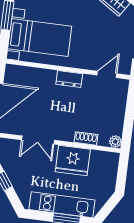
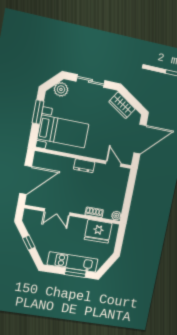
door: (107, 74) -> (113, 164), hinge flipped
fridge: (73, 161) -> (98, 231), moved

